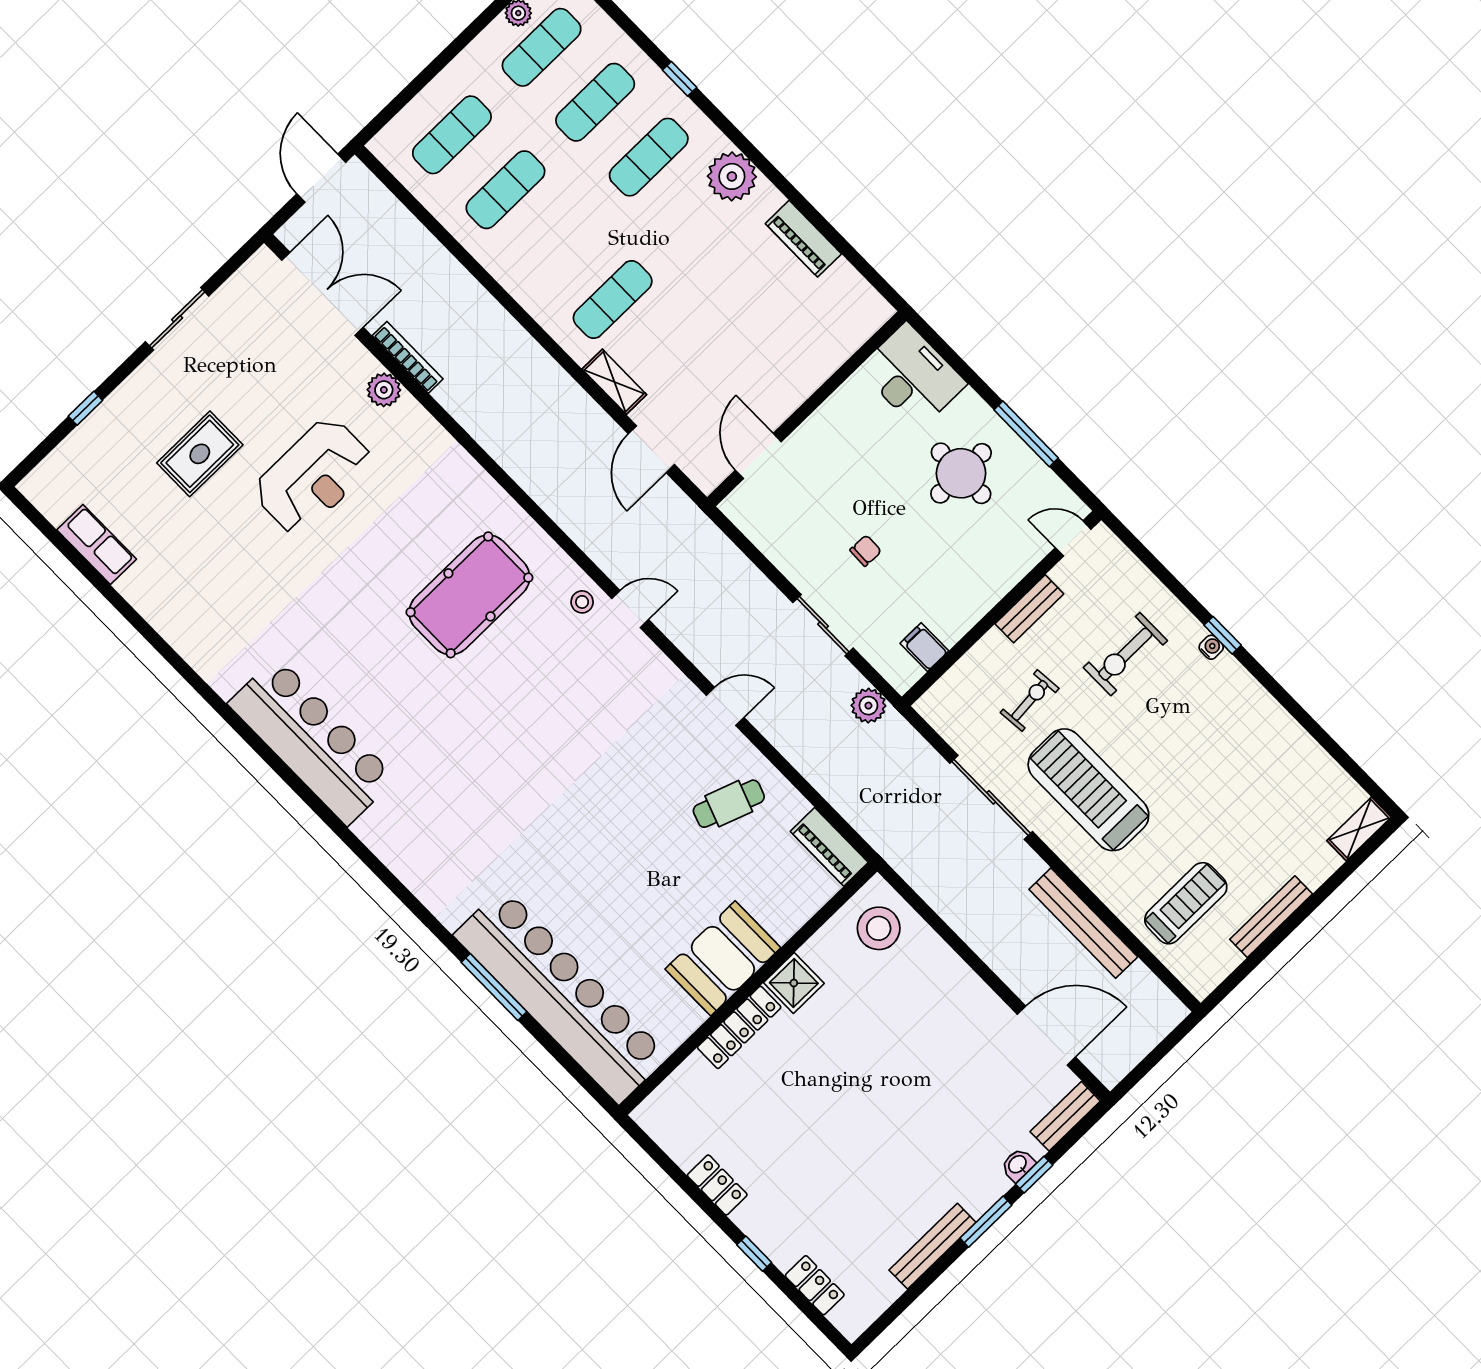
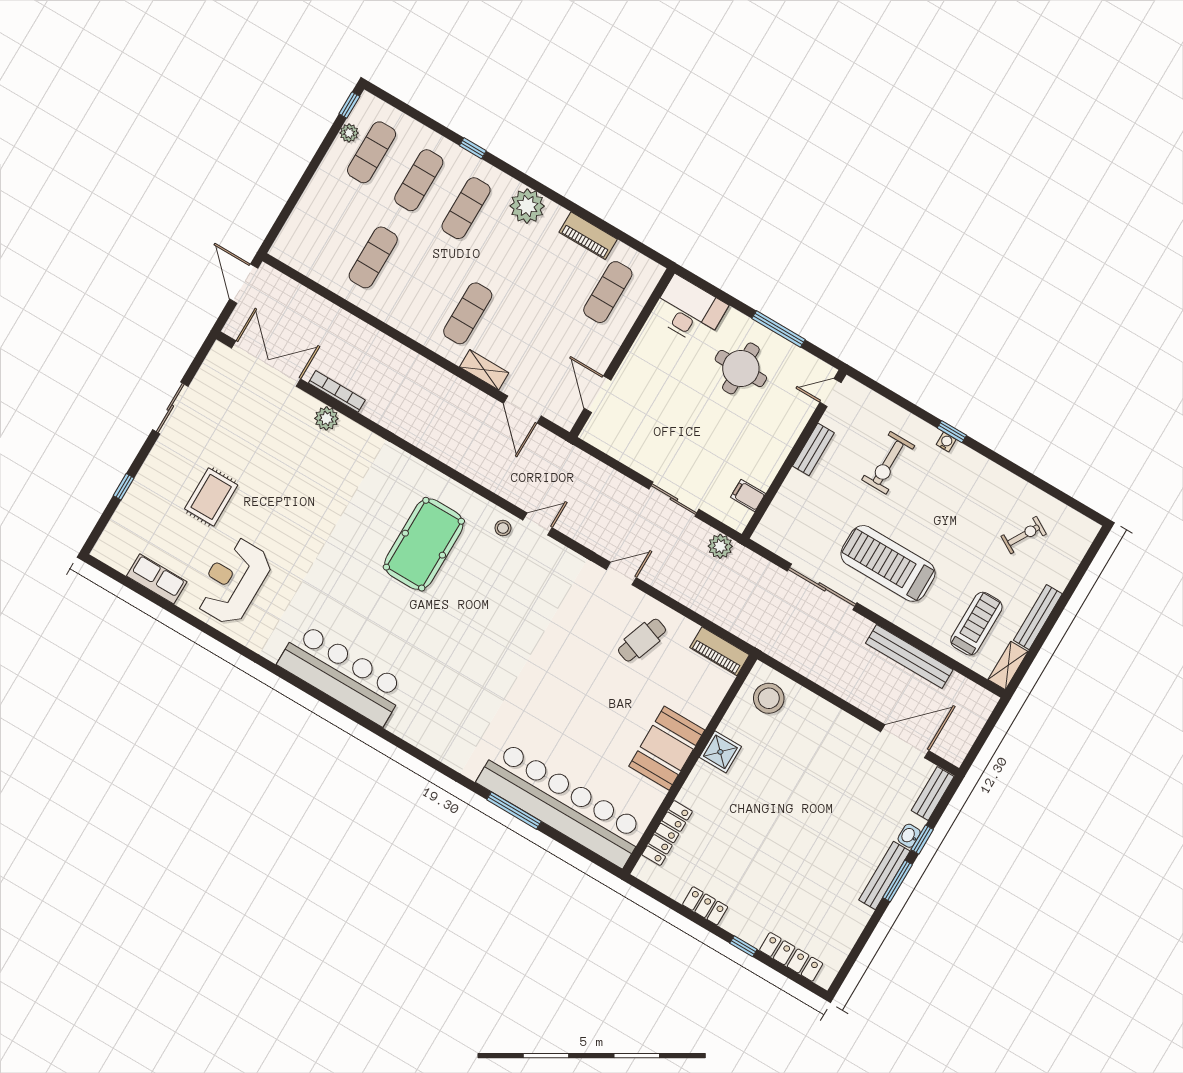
exercise mat: (452, 135) -> (608, 292), moved
reception desk: (313, 476) -> (233, 581), moved, turned 180
chair: (866, 551) -> (689, 440), removed
exercise bike: (1030, 700) -> (1024, 535), moved, turned 35
shelving: (1359, 829) -> (1008, 665), moved
locker: (739, 1027) -> (667, 833), moved
bench: (932, 1246) -> (884, 875), moved
locker: (815, 1285) -> (791, 957), width x1.53

